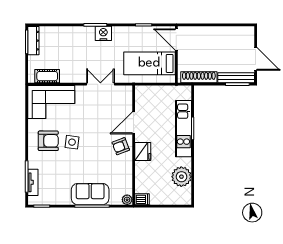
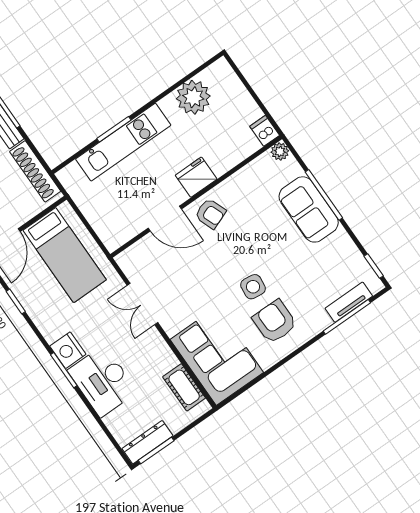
desk: (77, 40) -> (102, 381), added

